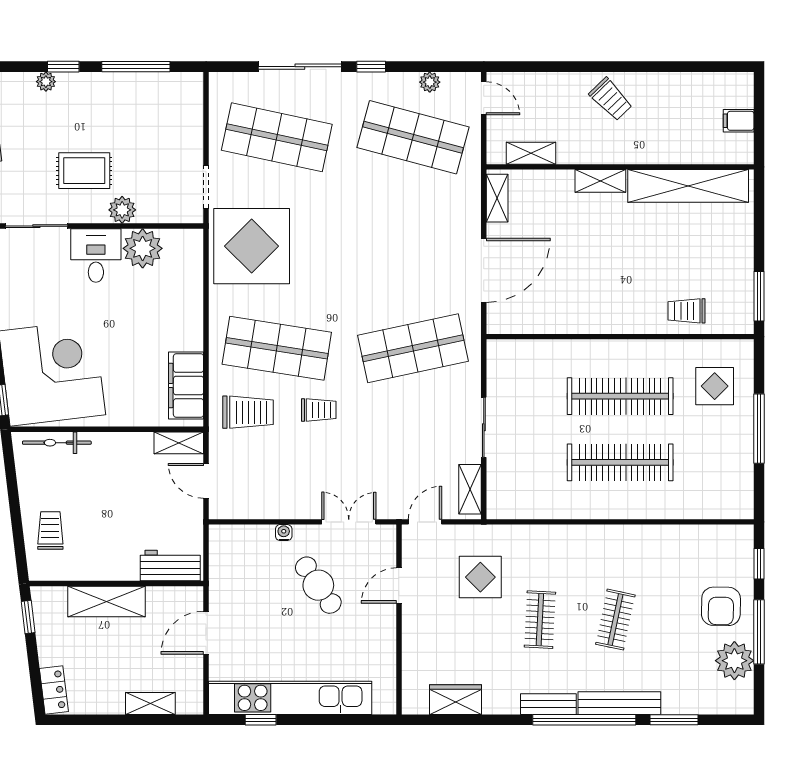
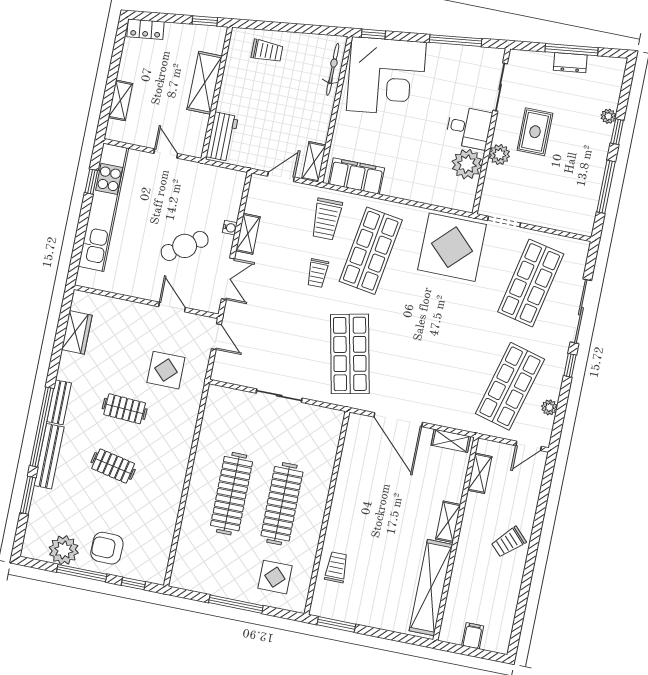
shelving: (470, 489) -> (248, 234), moved, turned 90
door: (206, 633) -> (166, 153), width x0.73

